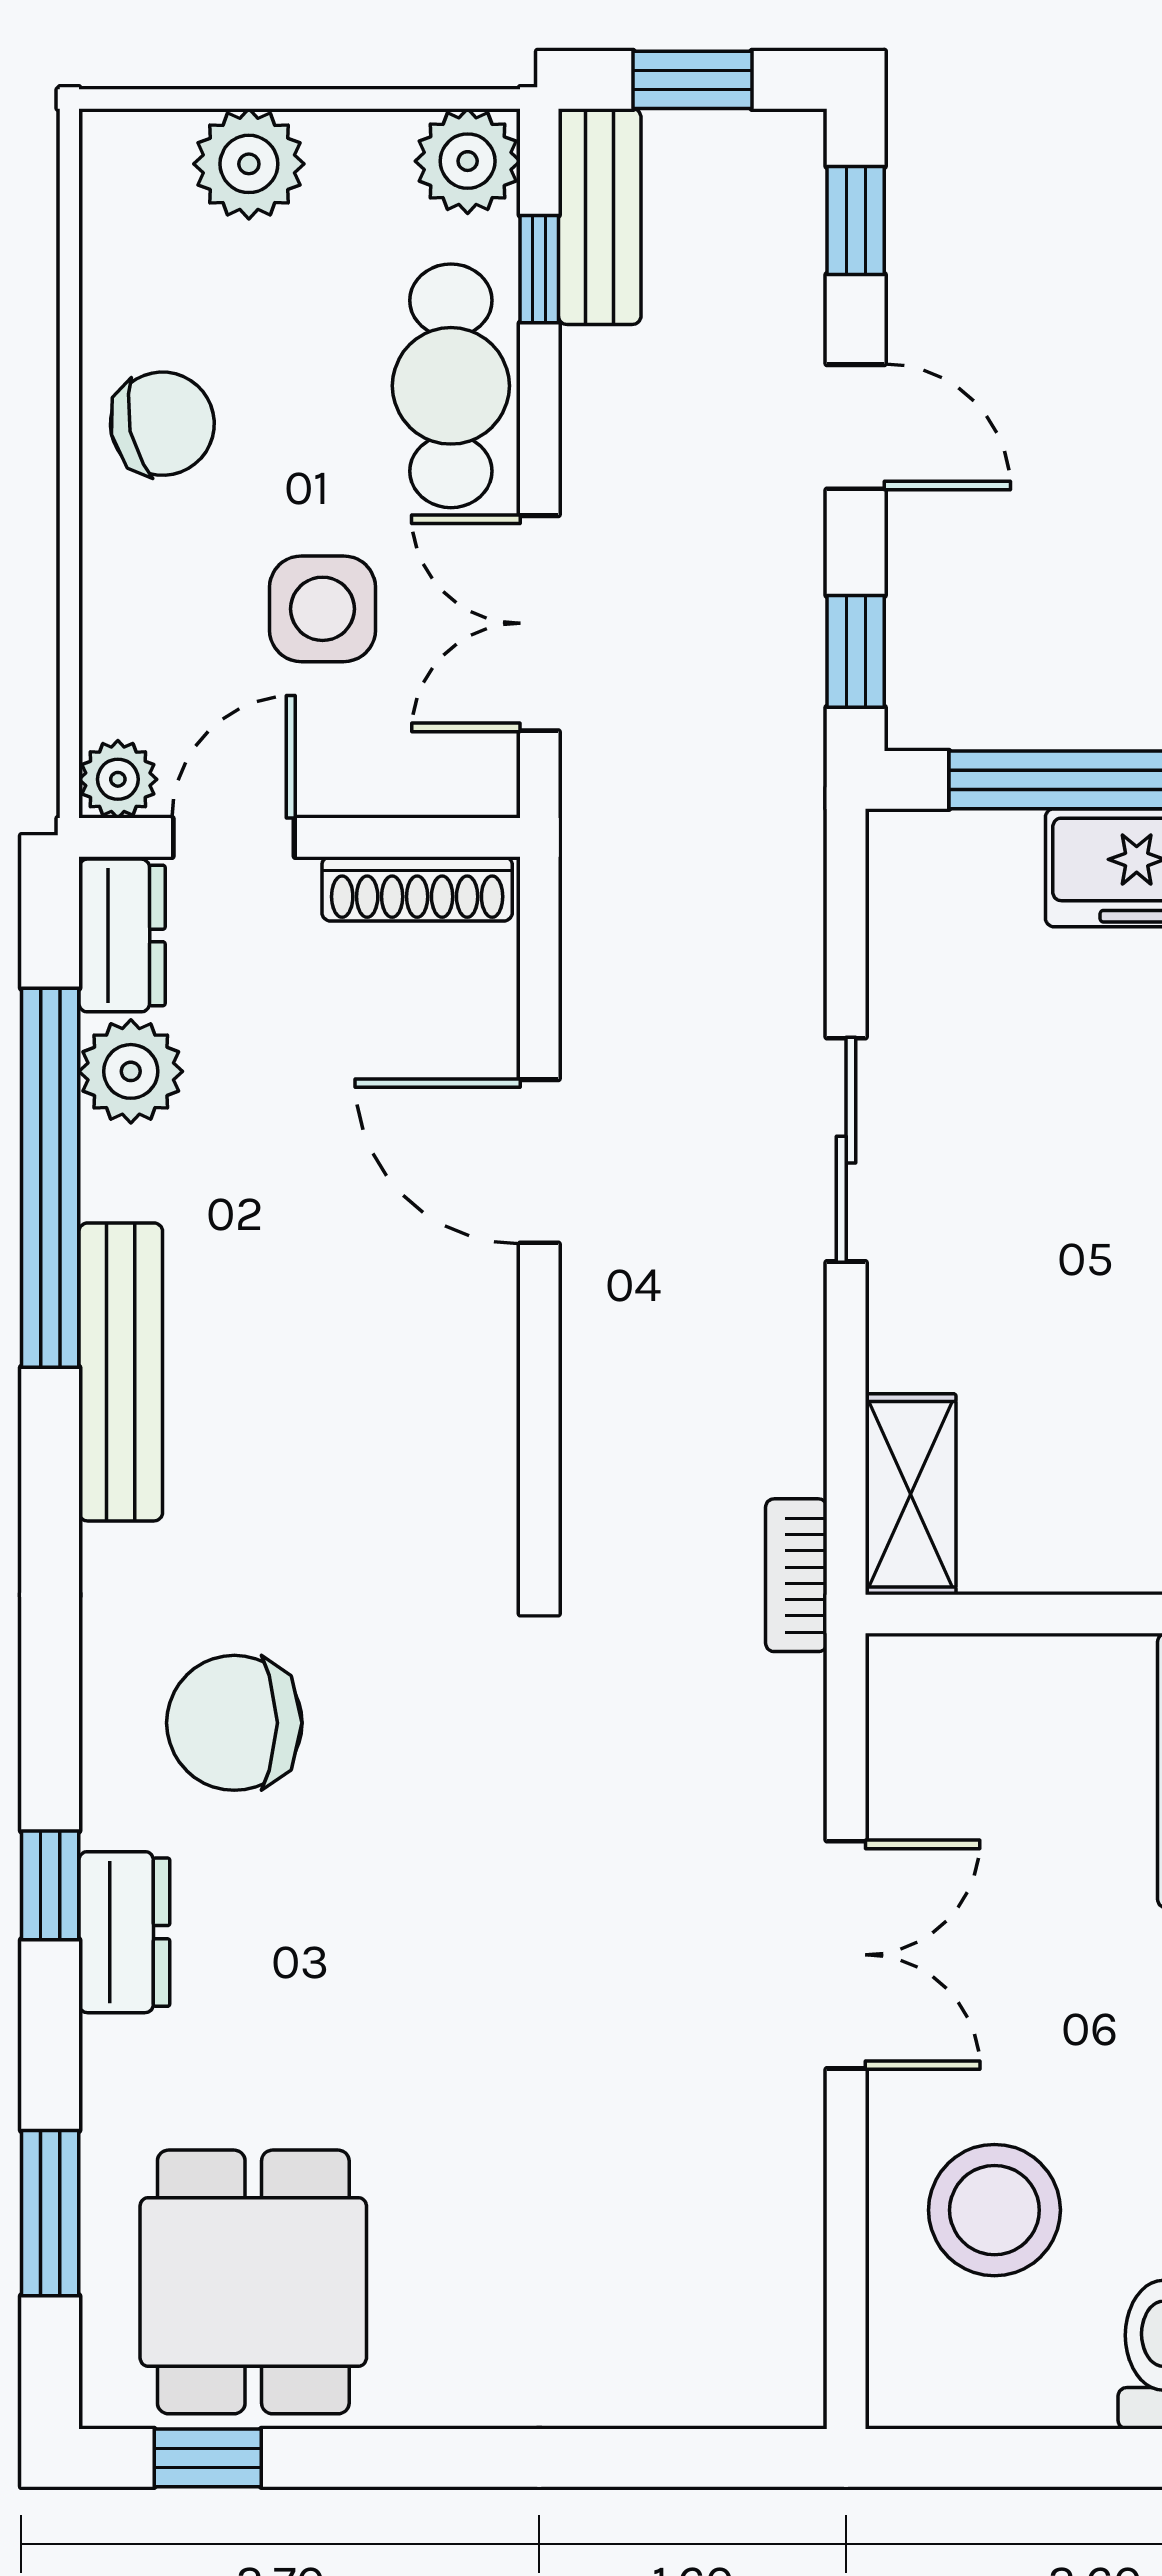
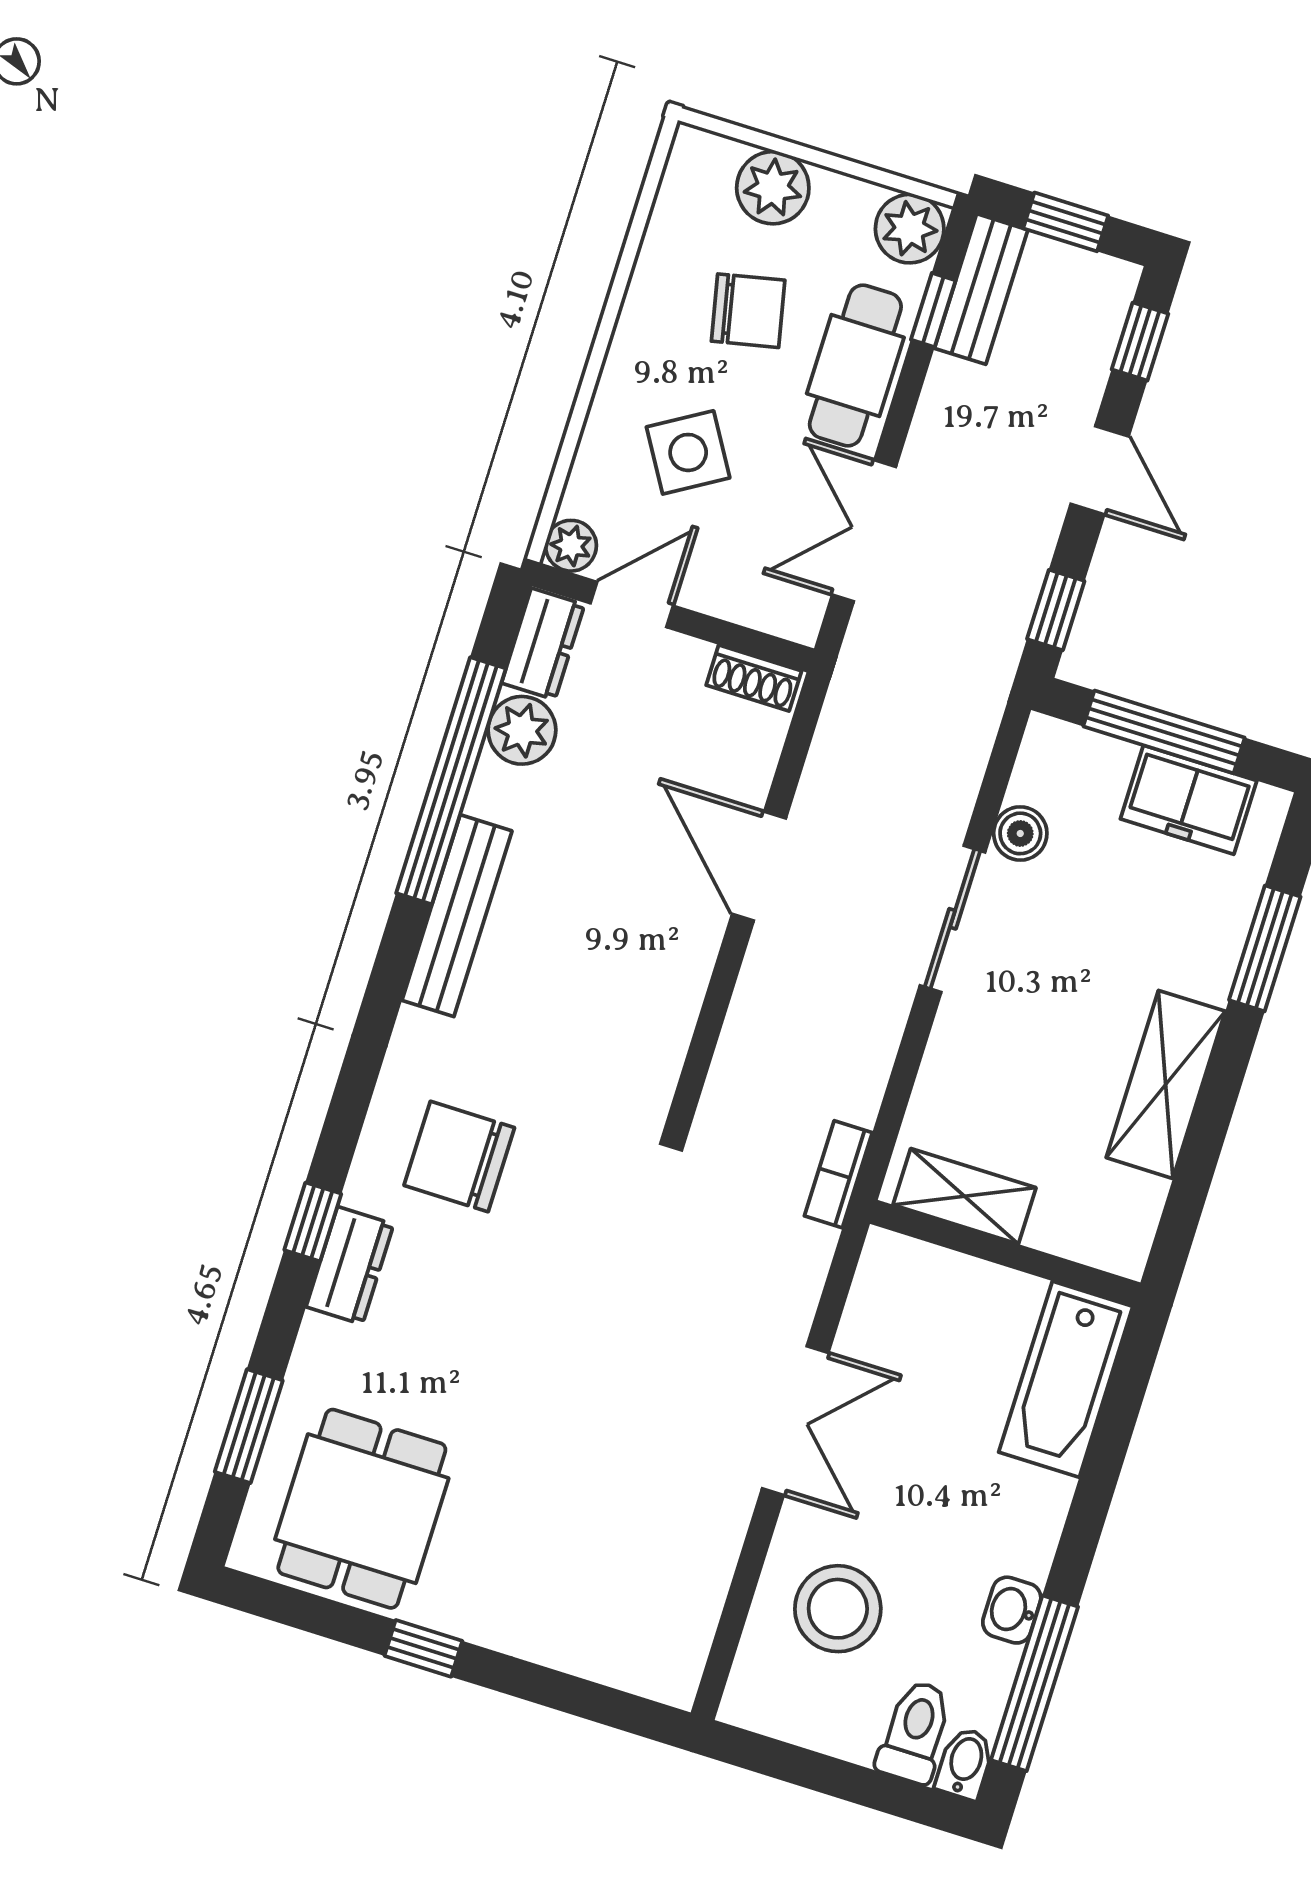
chair: (162, 424) -> (748, 311), moved
side table: (322, 609) -> (688, 452), moved, turned -31
shoe rack: (417, 889) -> (754, 678), width x0.70
boiler: (906, 994) -> (1020, 833), added
shelving: (911, 1494) -> (965, 1196), moved, turned 90
window: (208, 2458) -> (423, 1648), moved

